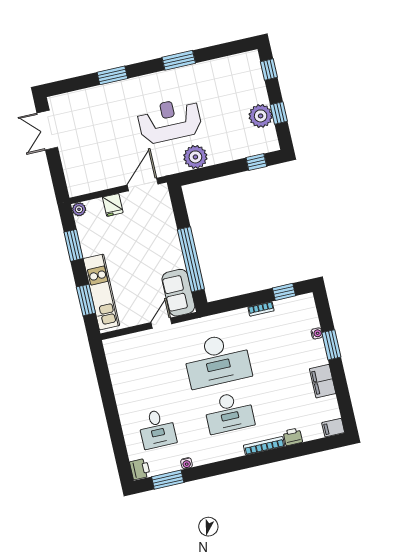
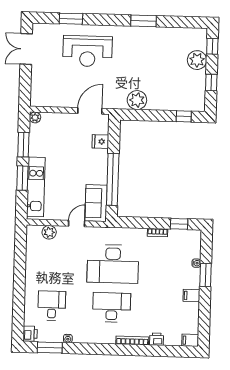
window: (112, 75) -> (71, 19), moved
plant: (261, 116) -> (197, 60), moved
reception desk: (170, 121) -> (87, 51), moved, turned 180
fridge: (113, 205) -> (100, 141), moved, turned 90
window: (86, 300) -> (22, 178), moved
plant: (131, 342) -> (49, 232), added
filing cabinet: (323, 381) -> (191, 296), width x0.50
desk: (229, 412) -> (112, 307), turned 180
desk: (157, 429) -> (52, 306), turned 180

